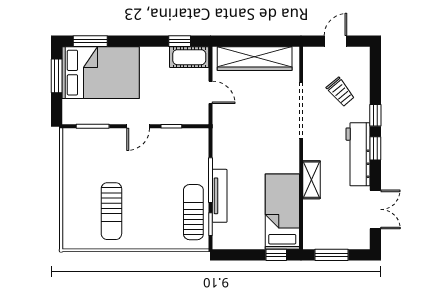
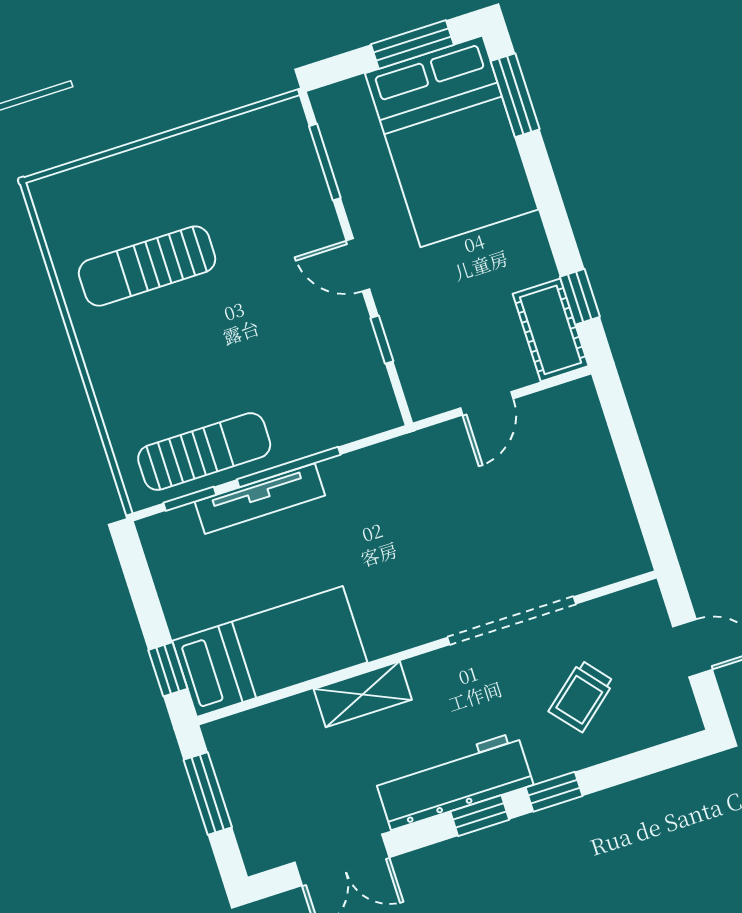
wardrobe: (255, 59) -> (595, 478), removed

